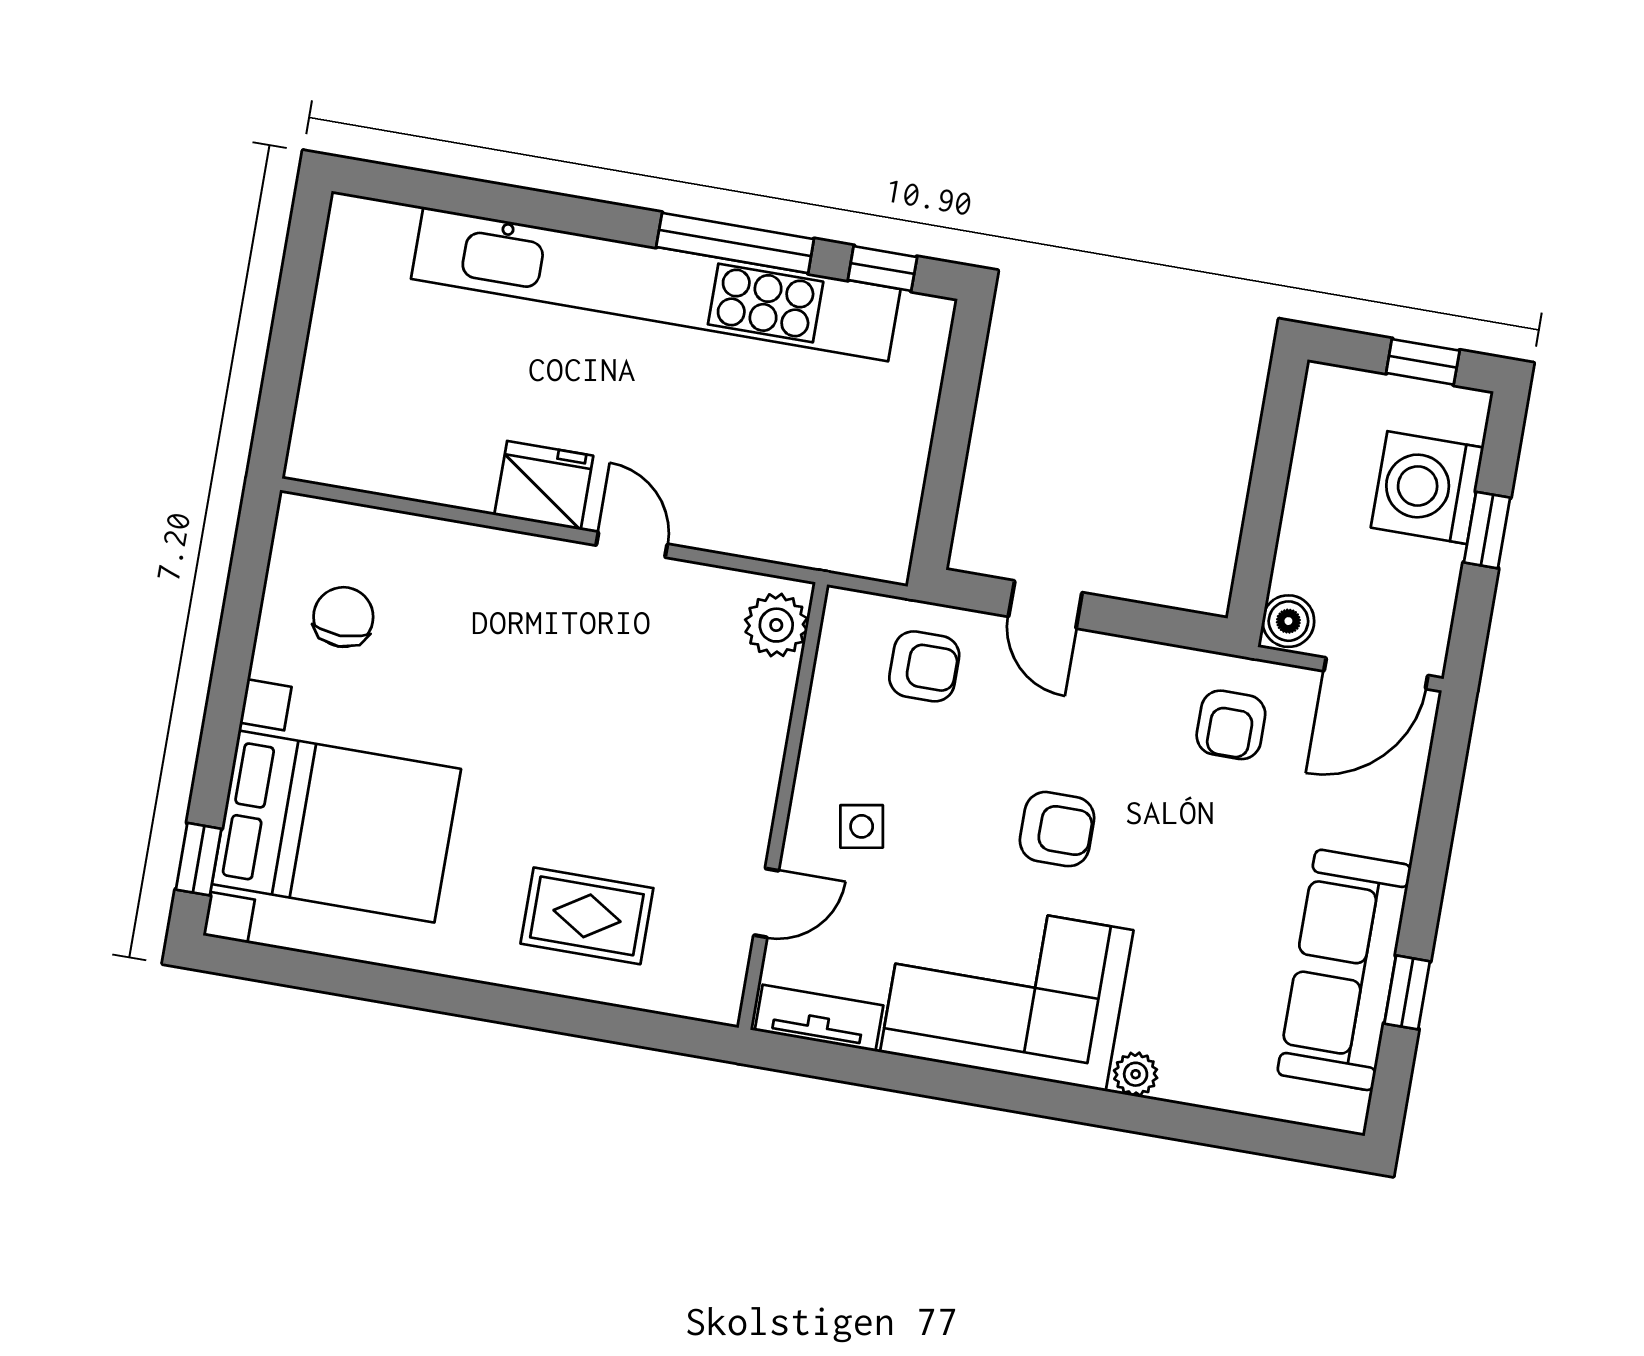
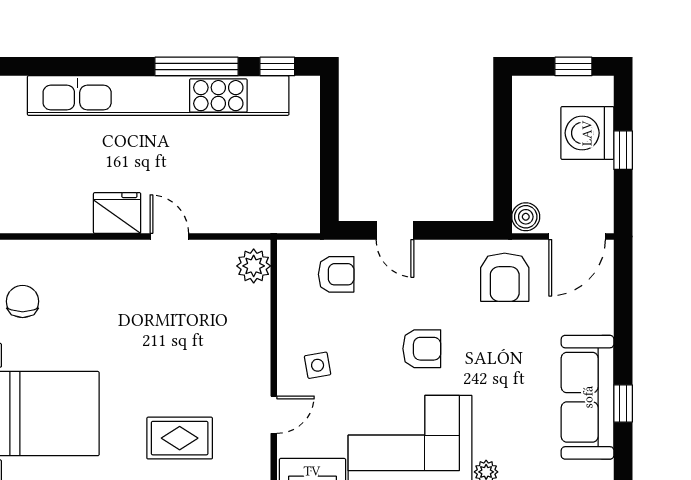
armchair: (1231, 725) -> (505, 277), width x1.38, depth x1.38

